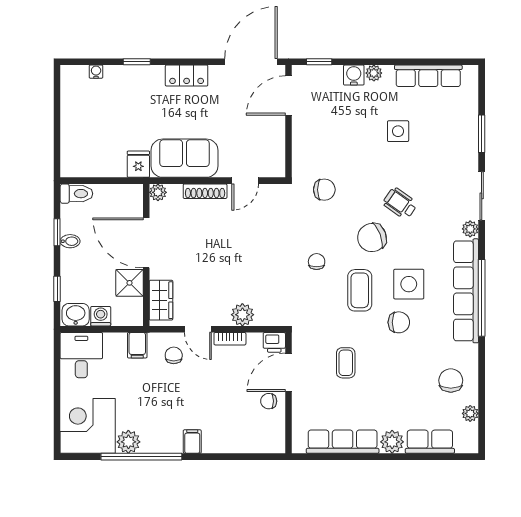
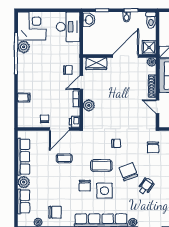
shower: (130, 283) -> (149, 47), moved
washing machine: (101, 316) -> (88, 33), removed
filing cabinet: (137, 345) -> (73, 51), removed
desk: (81, 355) -> (68, 27), width x1.37
door: (288, 372) -> (59, 129), swing flipped
filing cabinet: (192, 442) -> (24, 97), moved

